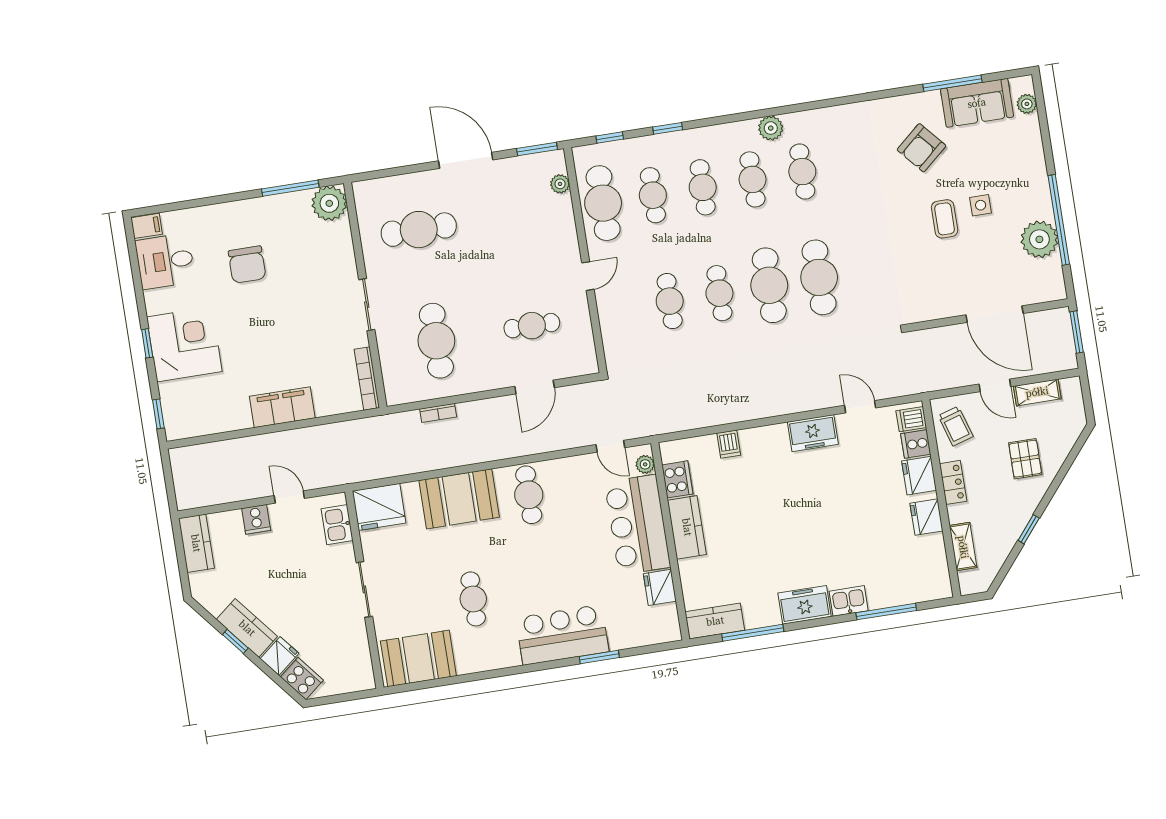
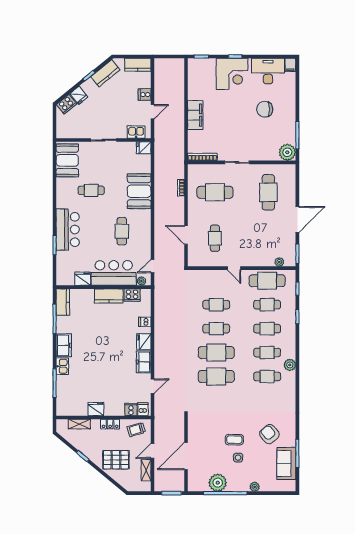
plant: (1027, 104) -> (255, 487), moved
desk: (165, 261) -> (268, 71), width x1.37
pallet: (1025, 459) -> (116, 460), width x1.50, depth x1.42
fridge: (919, 476) -> (144, 342), moved, turned -90
cafe table: (529, 495) -> (122, 231), moved, turned 90
fridge: (379, 507) -> (144, 148), width x0.53, depth x0.75
kitchen counter: (247, 628) -> (105, 73), moved

